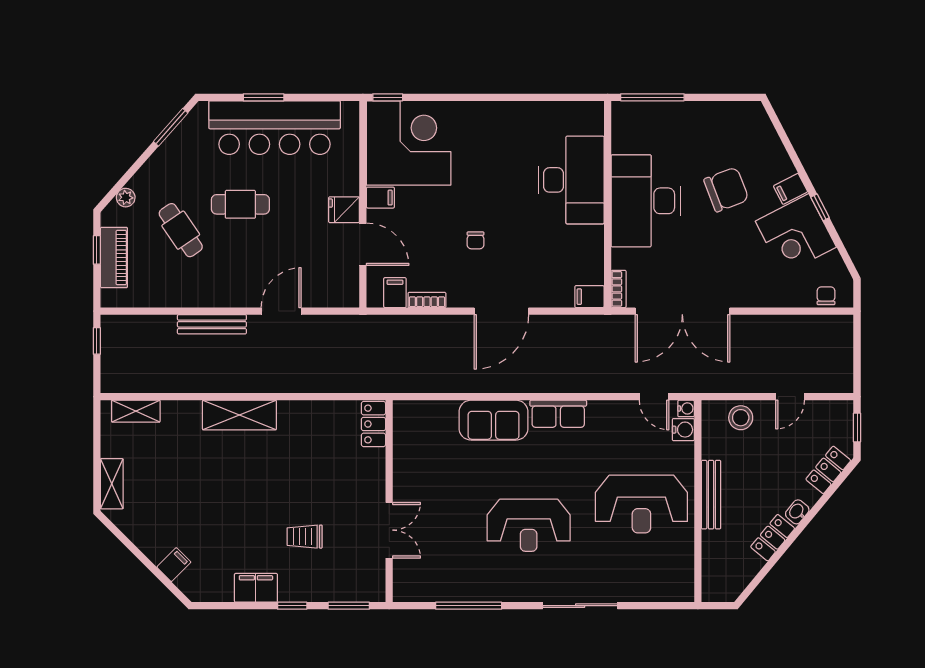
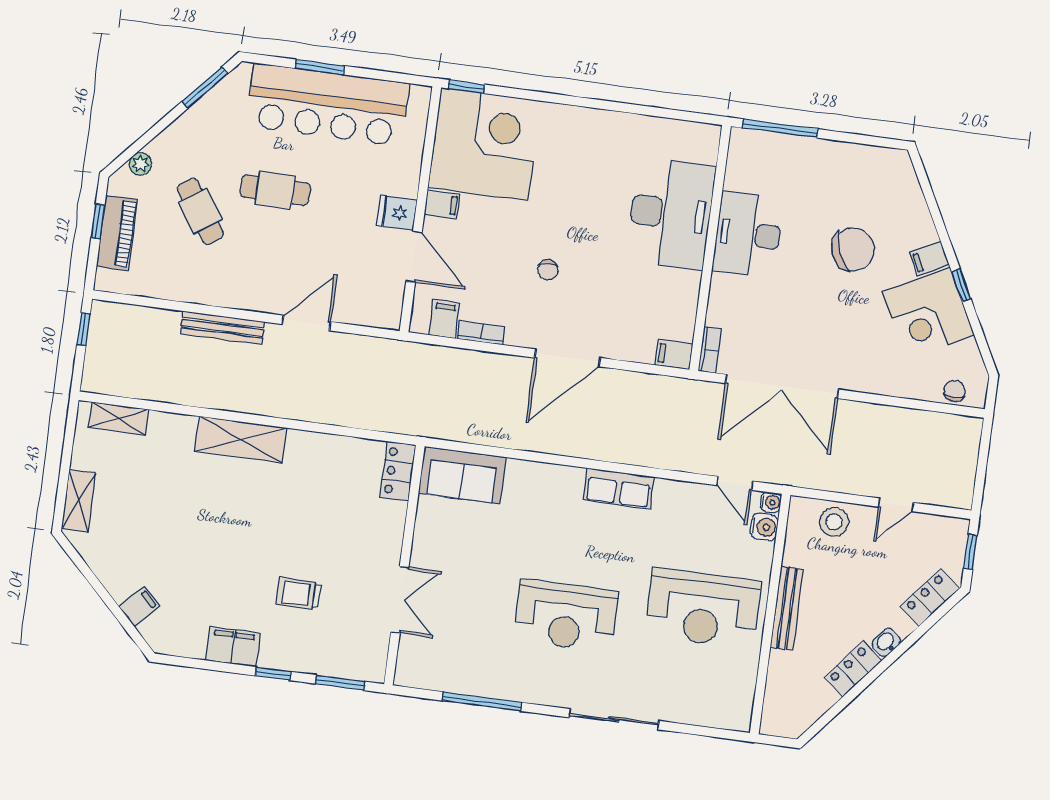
desk: (646, 201) -> (748, 234), width x0.73, depth x0.77
sofa: (494, 420) -> (462, 475), moved

